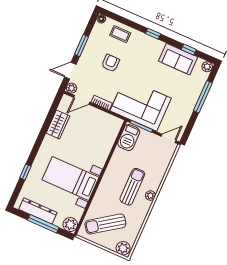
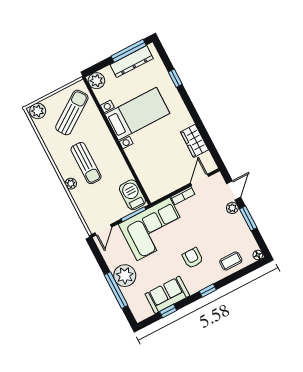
armchair: (110, 63) -> (193, 258), moved, turned 180
plant: (207, 67) -> (125, 276), moved, width x1.87, depth x1.87
plant: (71, 88) -> (232, 208), moved
plant: (150, 196) -> (71, 184), moved
window: (43, 224) -> (129, 51), moved

